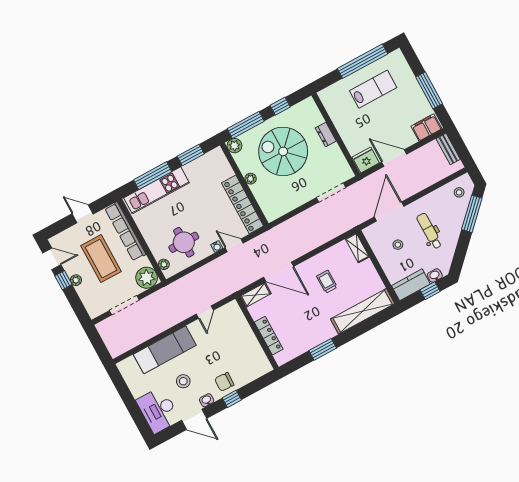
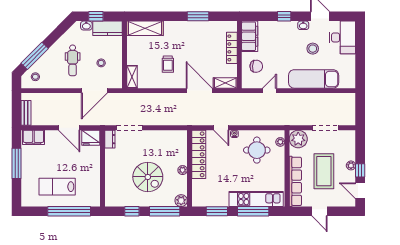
window: (363, 61) -> (69, 211), moved
dresser: (326, 134) -> (110, 139), moved
spiral stairs: (283, 151) -> (148, 177), width x0.73, depth x0.73
shelving: (363, 311) -> (145, 28), width x0.68
filing cabinet: (257, 358) -> (250, 36), added
chair: (224, 382) -> (256, 66), moved

